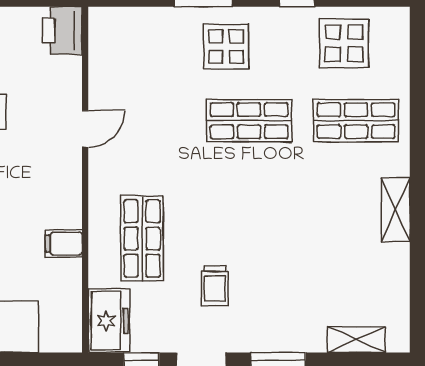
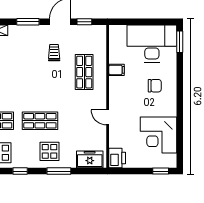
door: (85, 129) -> (108, 117), hinge flipped
freezer: (109, 321) -> (90, 159), moved, turned 90

